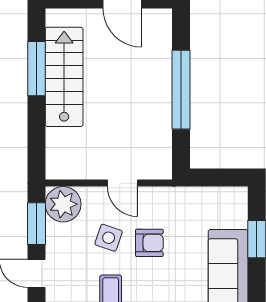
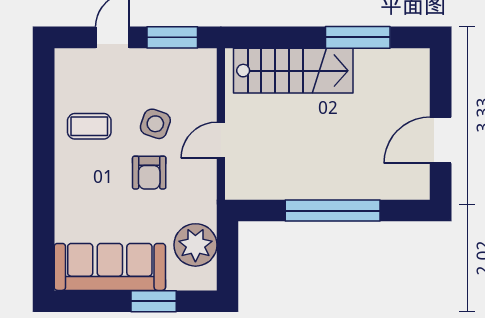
stairs: (64, 77) -> (293, 71), moved
plant: (63, 204) -> (195, 245), moved

